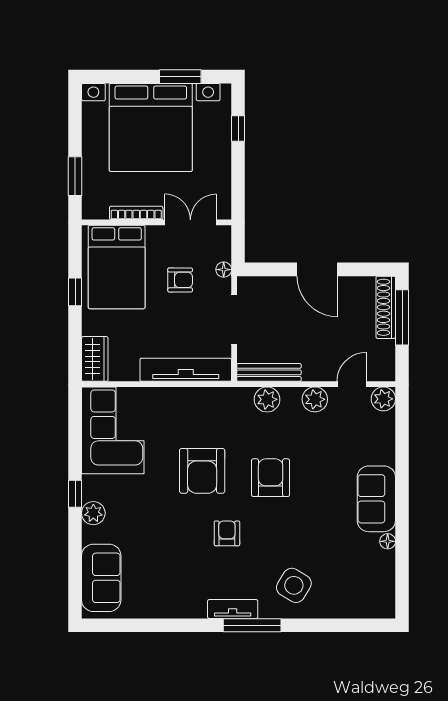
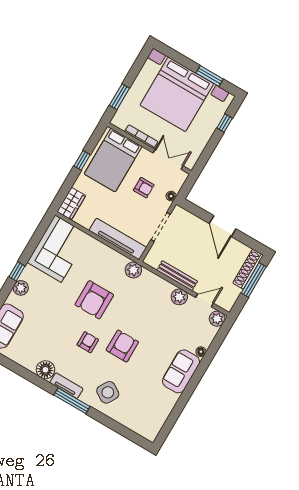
bench: (269, 372) -> (177, 276), moved
plant: (267, 399) -> (133, 270), moved
armchair: (271, 478) -> (122, 346), moved
floor lamp: (388, 541) -> (201, 352), moved
floor lamp: (192, 604) -> (45, 370), added

